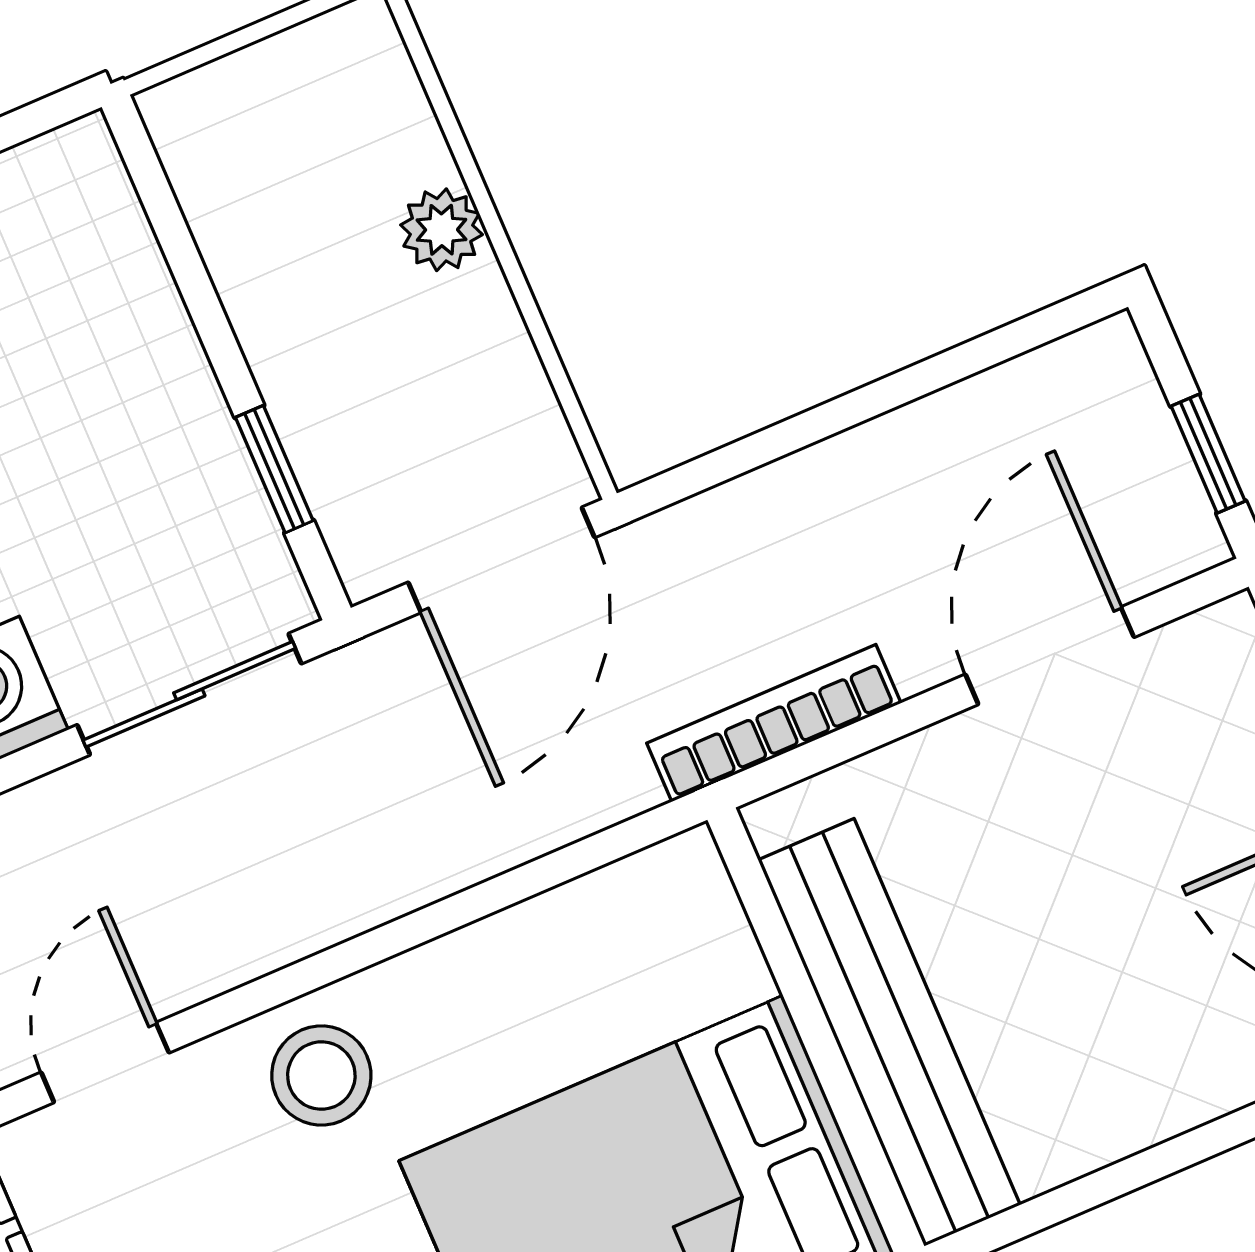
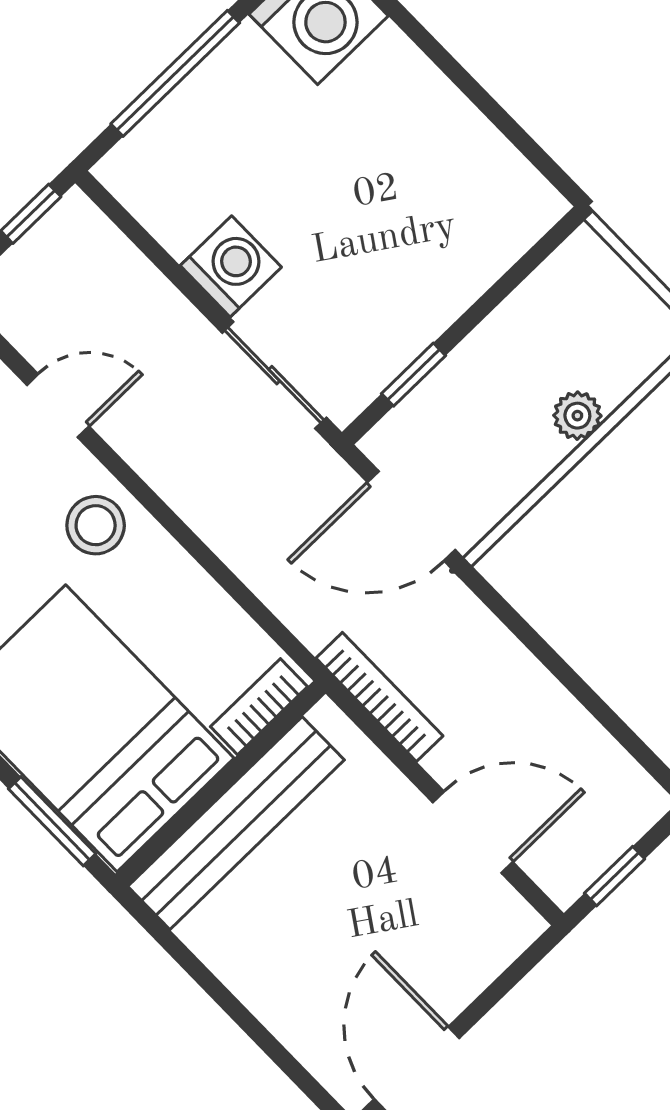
bookcase: (715, 923) -> (259, 707), added

